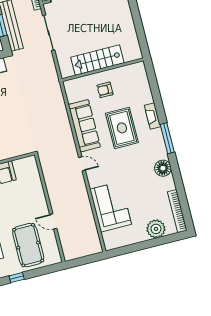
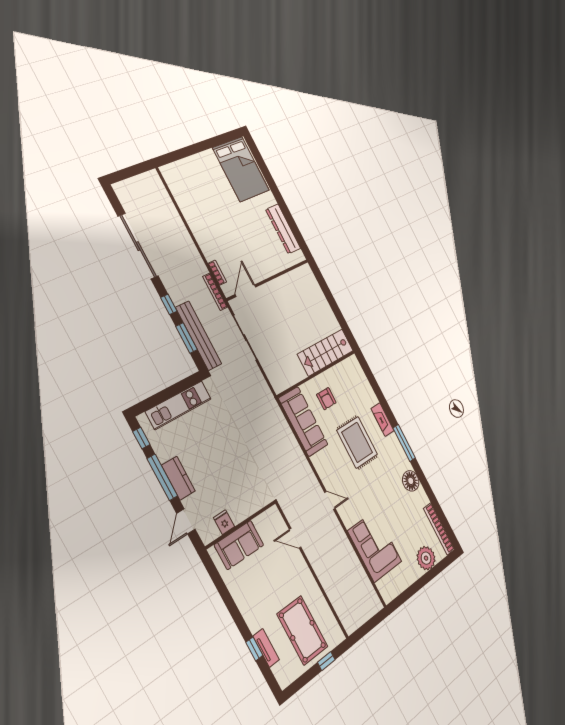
stairs: (97, 60) -> (326, 352), moved
armchair: (105, 90) -> (326, 399), turned -90
sofa: (84, 126) -> (303, 422), moved
door: (53, 221) -> (295, 538), moved
window: (17, 278) -> (326, 661), moved

